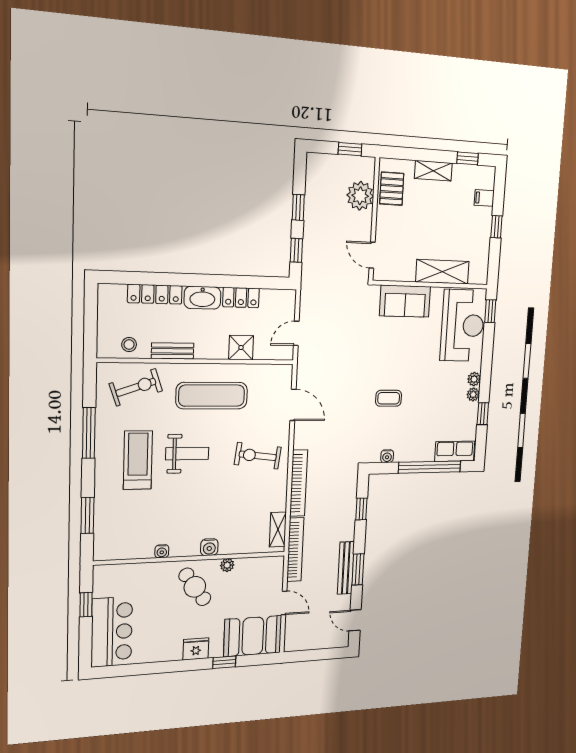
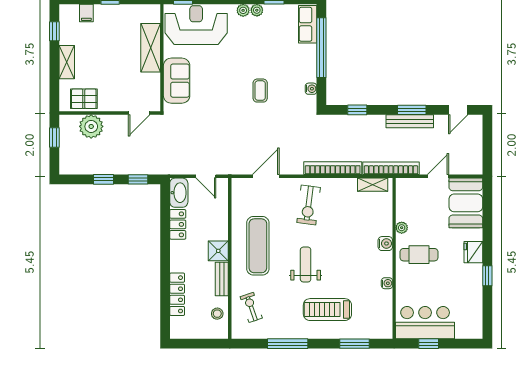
washbasin: (202, 298) -> (179, 193), moved
shower: (241, 348) -> (218, 251), moved
exercise bike: (136, 387) -> (251, 307), width x0.73, depth x0.72
treadmill: (138, 460) -> (327, 310), moved
cafe table: (195, 587) -> (419, 255), turned 35
bar counter: (112, 632) -> (425, 323), moved
window: (224, 662) -> (487, 276), moved

